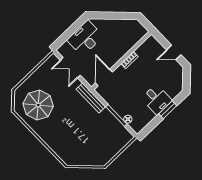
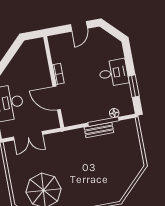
door: (104, 78) -> (57, 98), moved
bench: (91, 98) -> (99, 130), moved, width x0.73
window: (168, 110) -> (134, 86), moved

